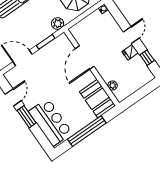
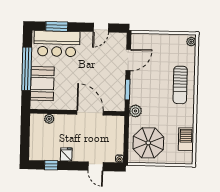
door: (131, 35) -> (95, 166), moved
door: (13, 97) -> (101, 28), hinge flipped
booth: (97, 99) -> (42, 84), moved, turned 90
window: (27, 117) -> (57, 26), moved

